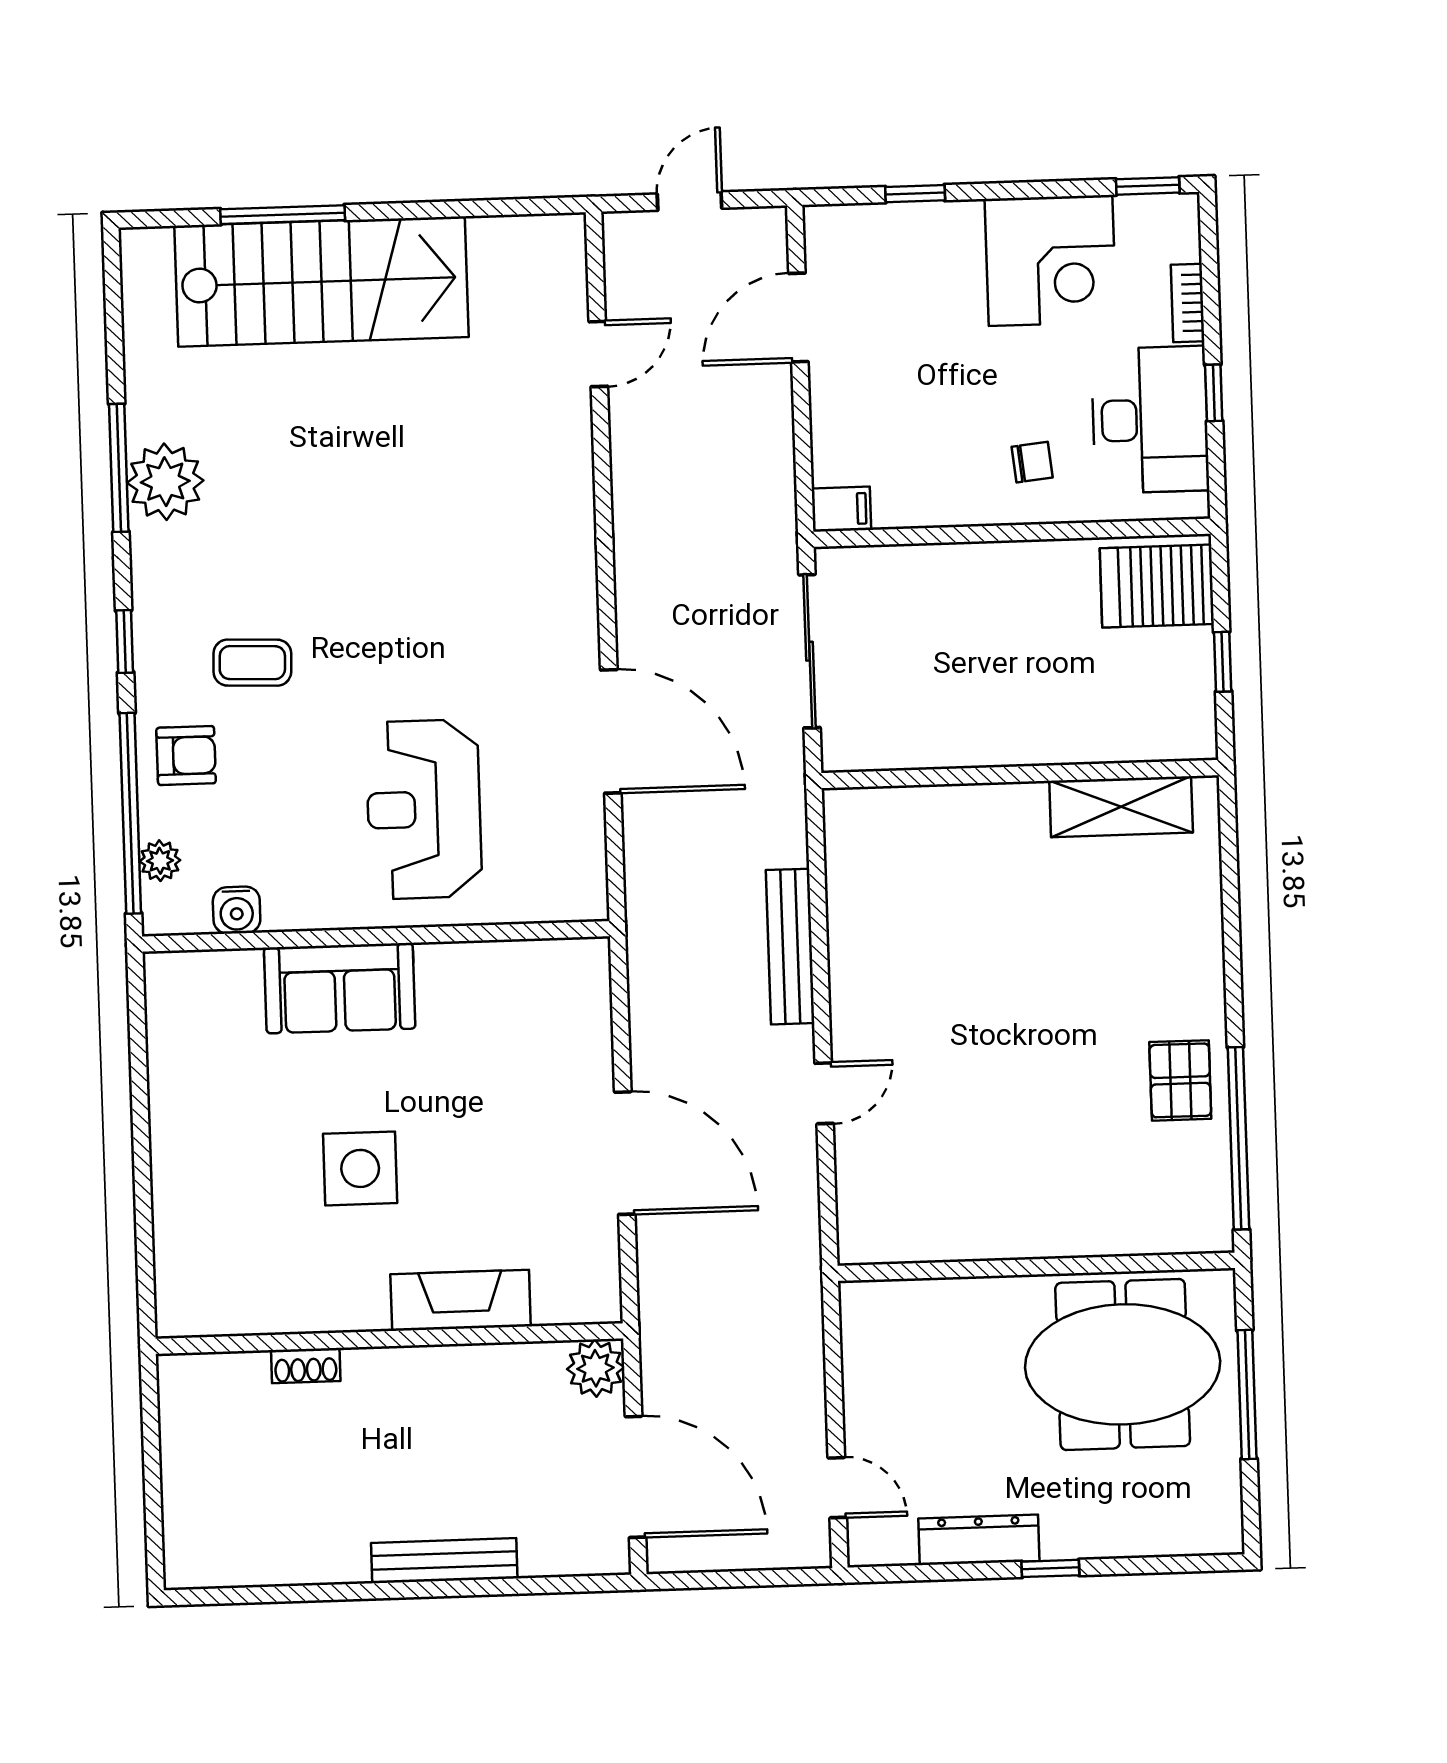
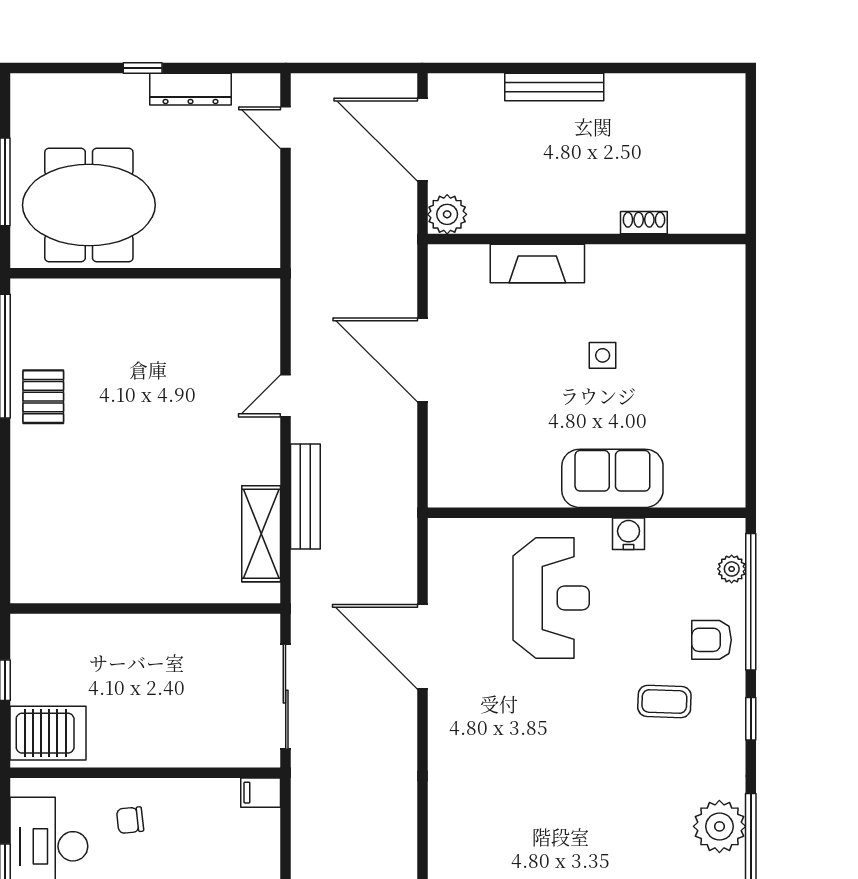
shelving: (1121, 807) -> (261, 534), moved, turned 90
water cooler: (237, 910) -> (629, 534), moved
side table: (360, 1168) -> (603, 355), width x0.54, depth x0.54

